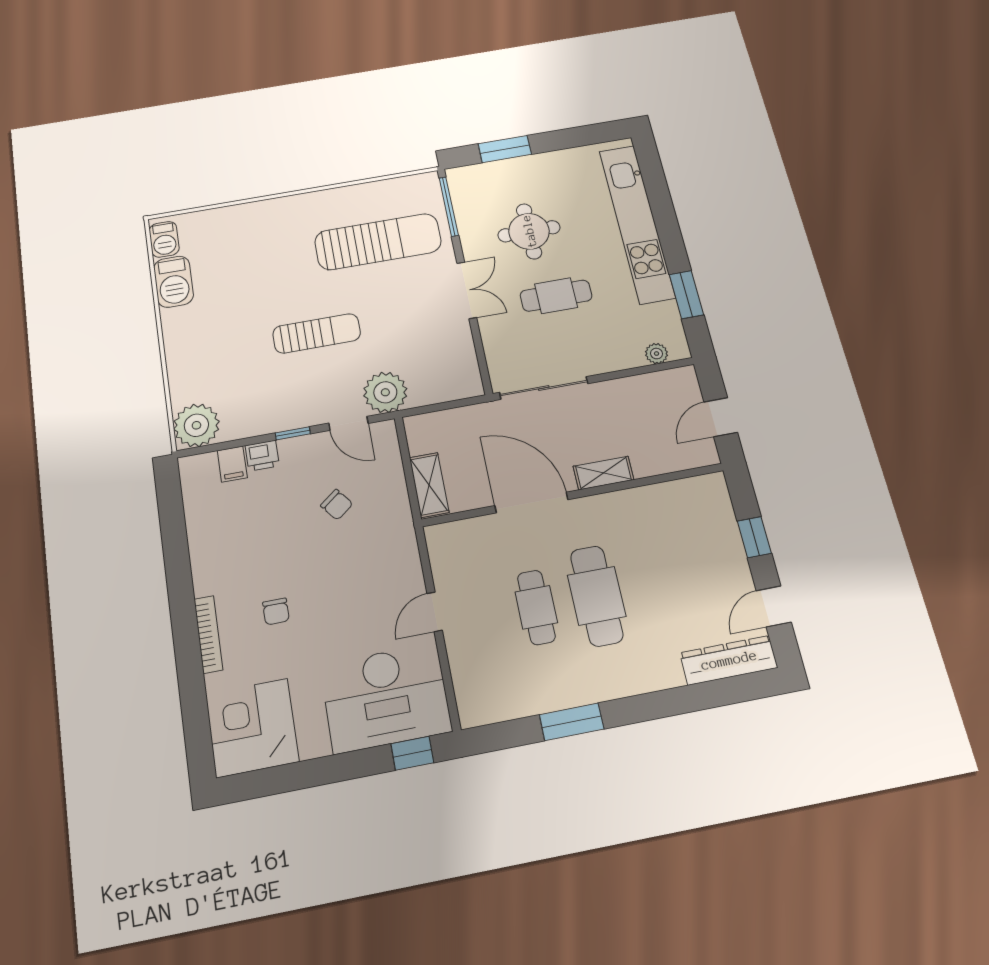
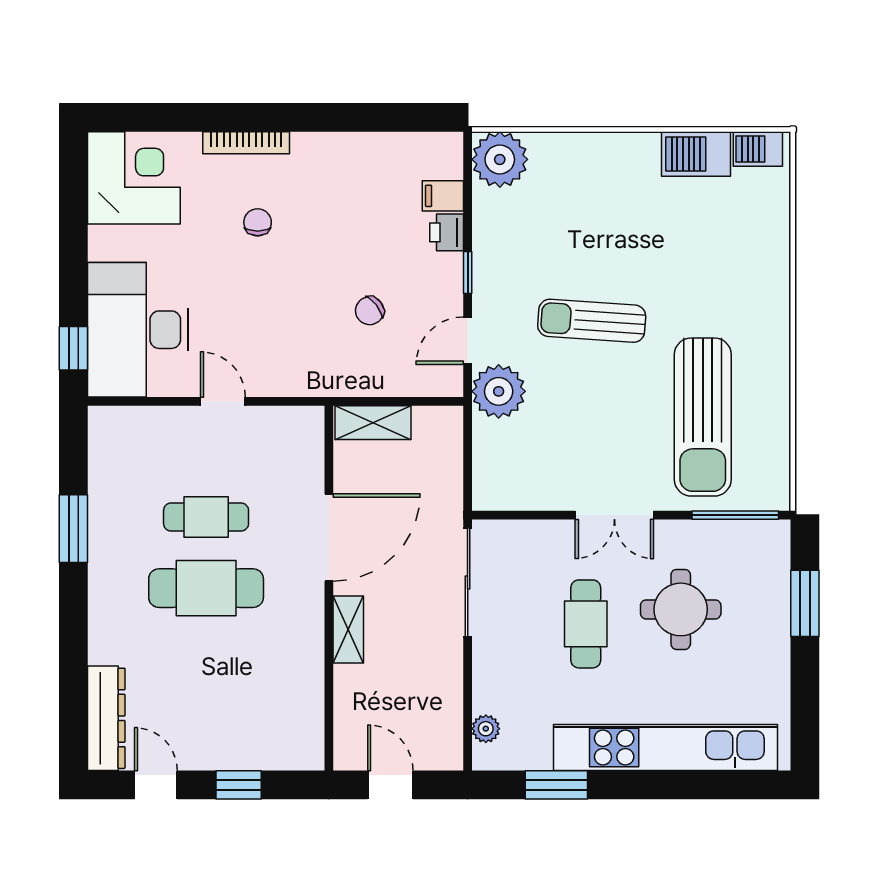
sun lounger: (317, 333) -> (592, 321), turned 94
chair: (276, 611) -> (258, 222), turned 90

